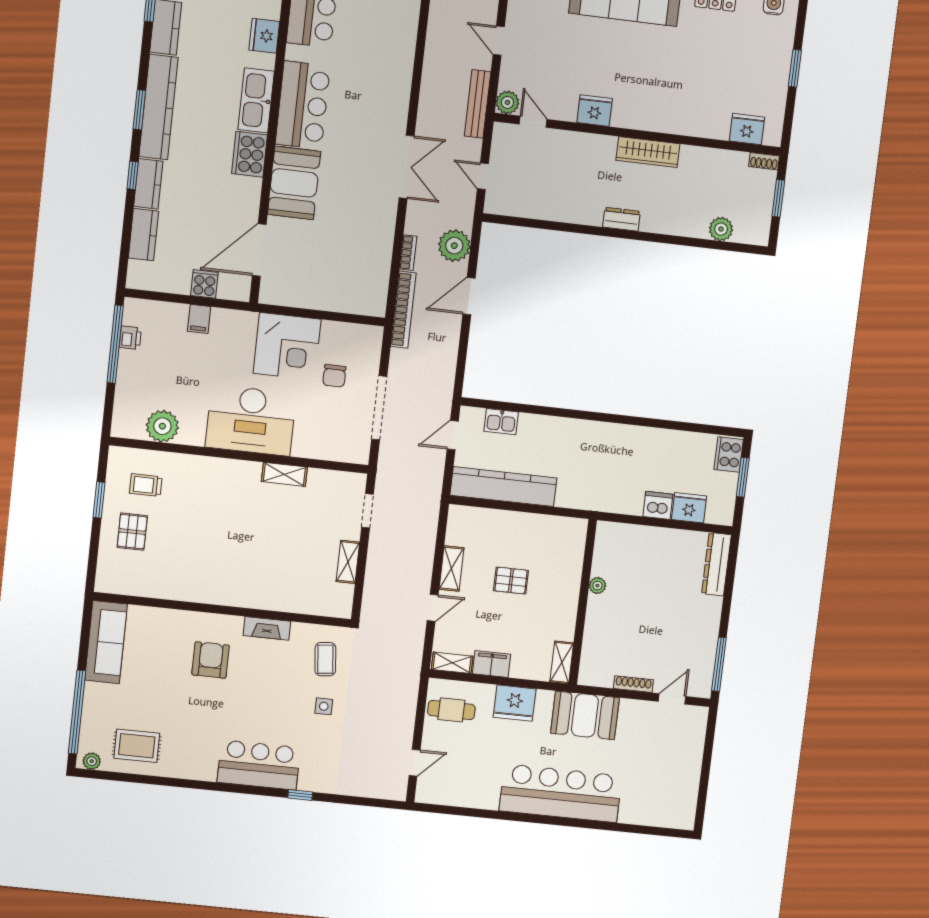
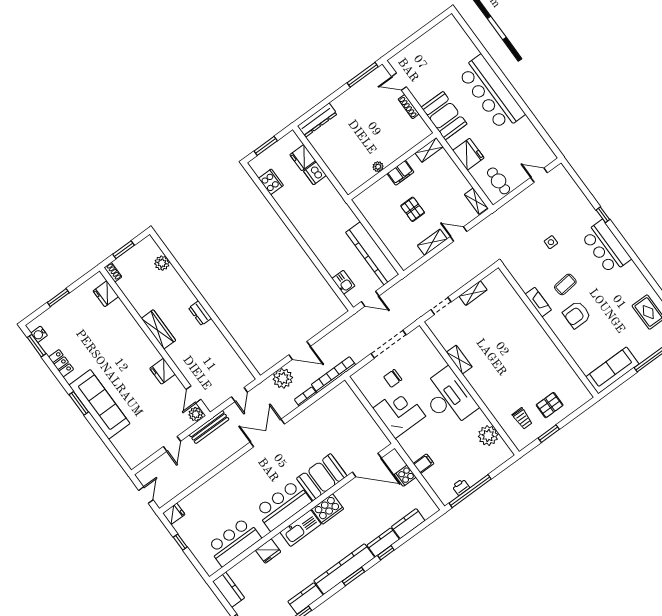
chair: (334, 376) -> (393, 378), turned 180
cooker: (729, 455) -> (271, 182), moved, turned -90
coffee table: (325, 659) -> (565, 284), moved
filing cabinet: (492, 664) -> (400, 173), moved, turned -90

